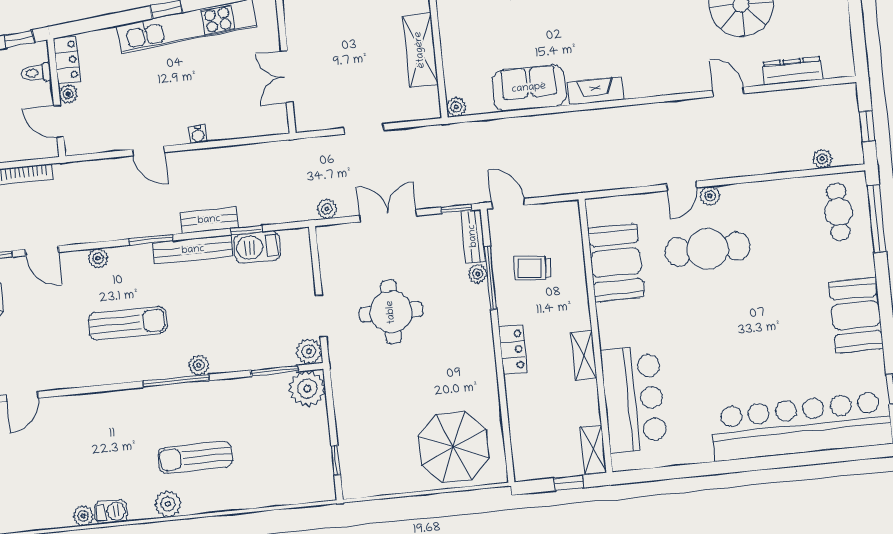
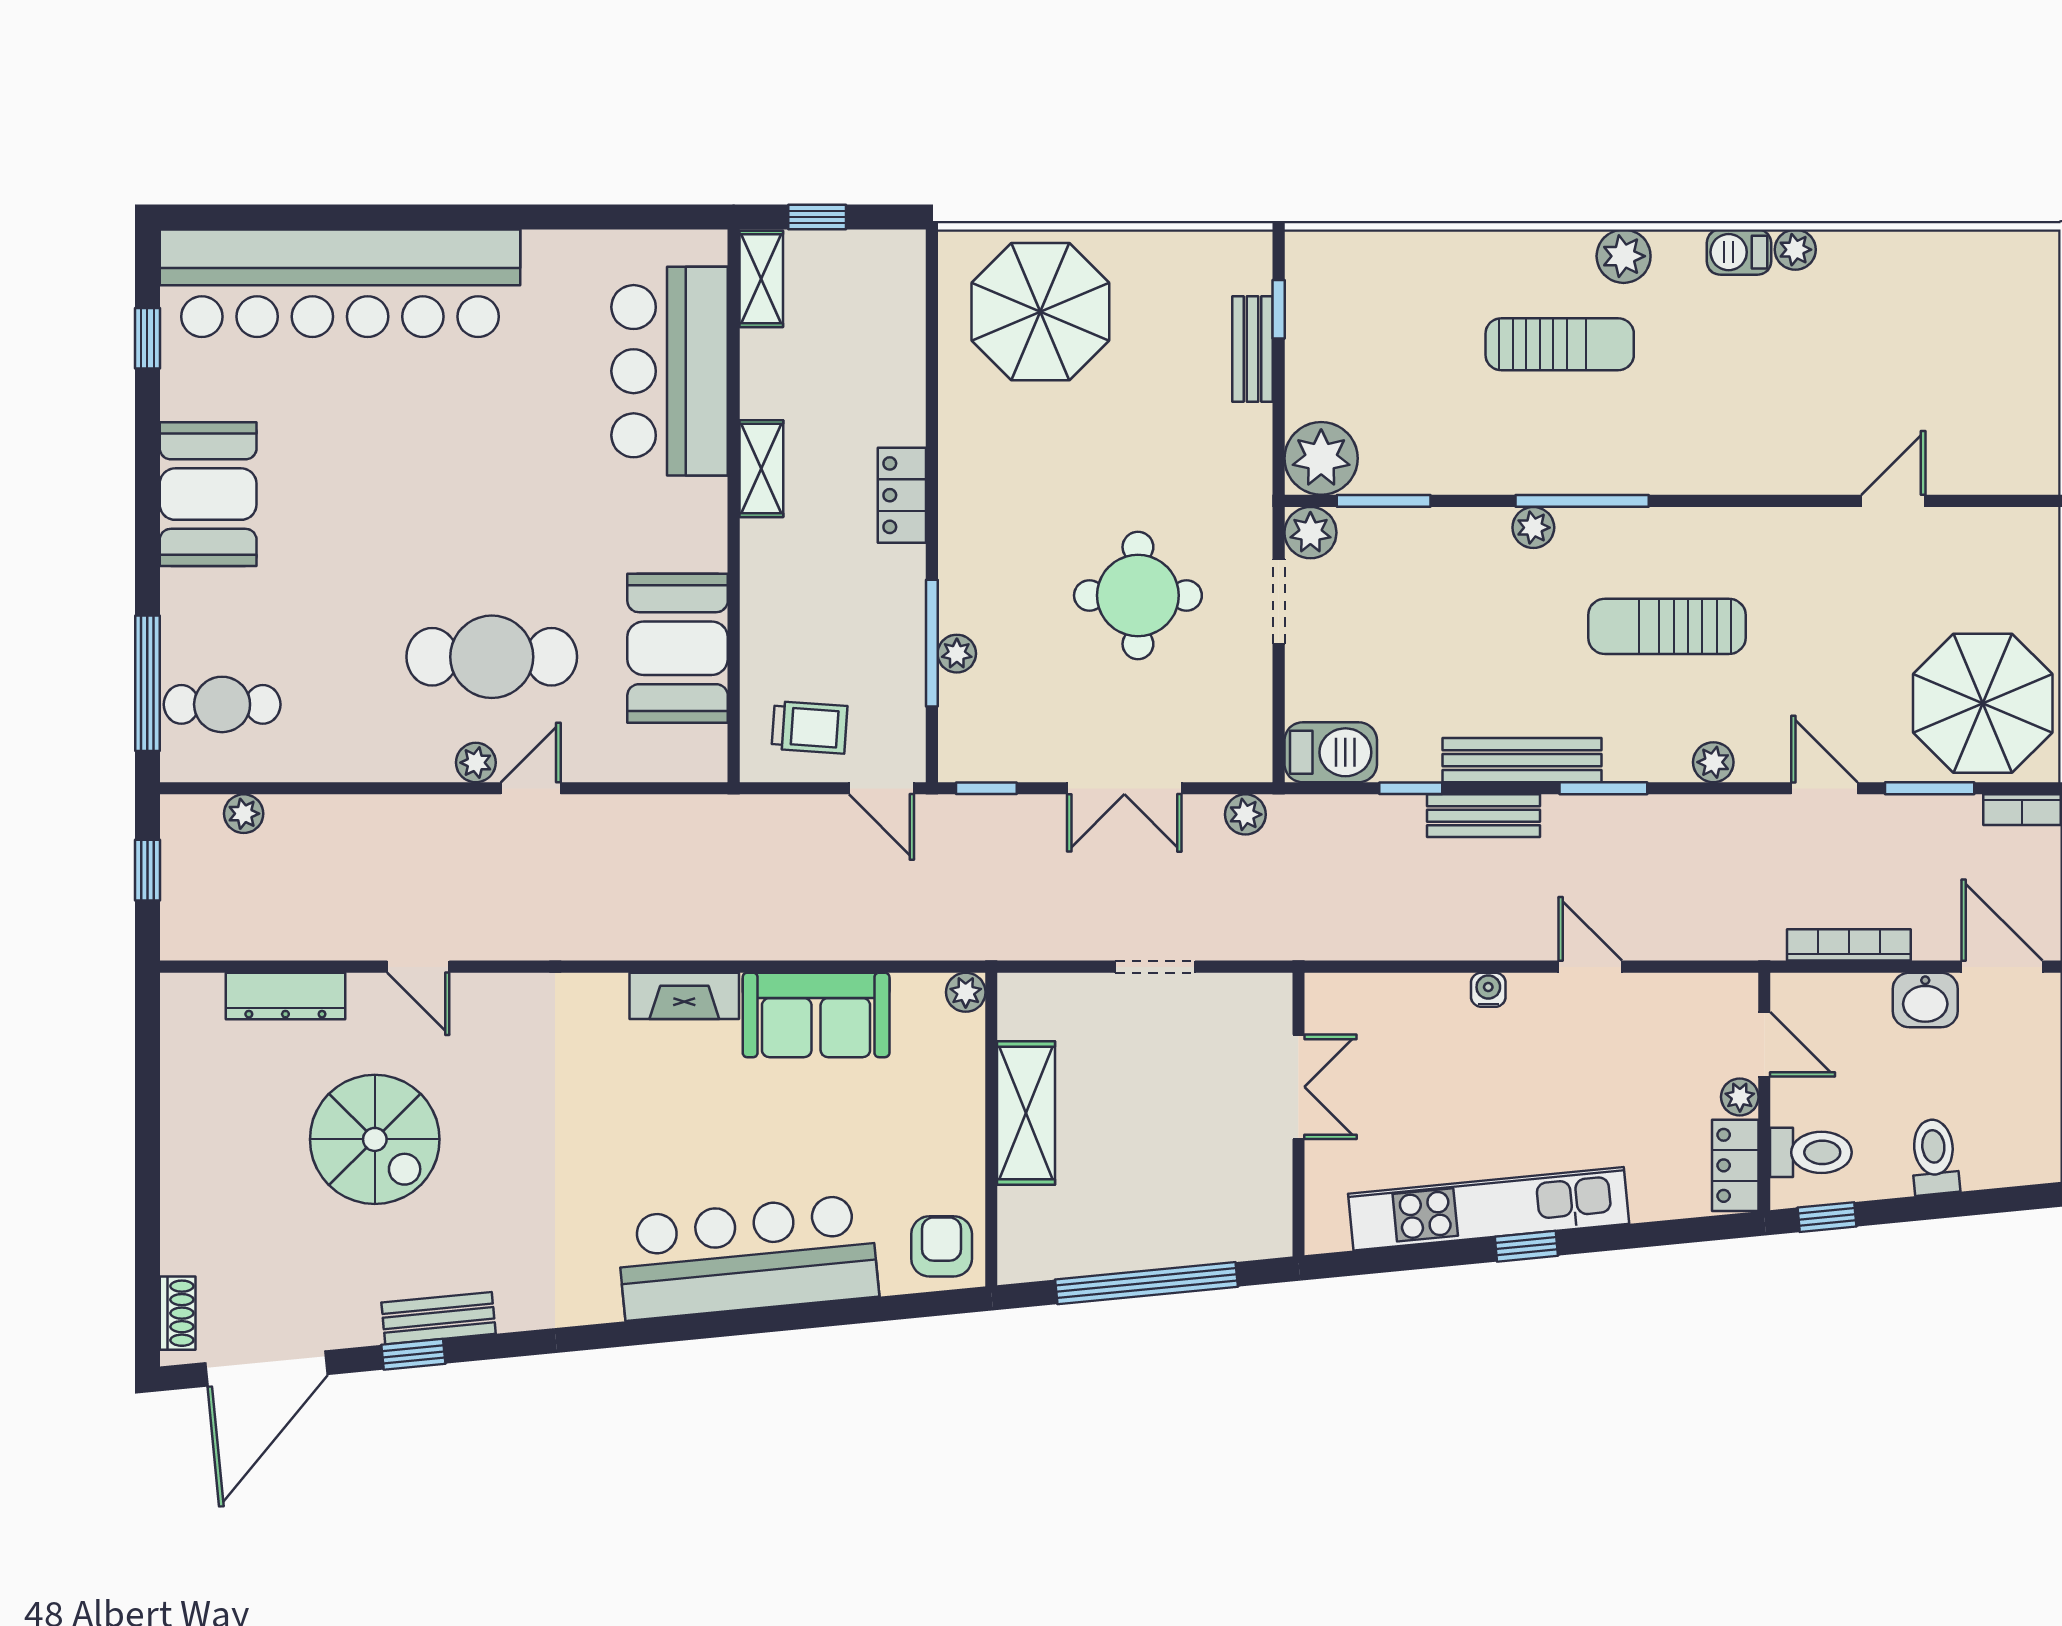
toilet: (36, 73) -> (1811, 1152), width x1.37, depth x1.39
cafe table: (839, 212) -> (222, 704), turned 90
bench: (473, 236) -> (1253, 349), moved
barbecue: (257, 247) -> (1331, 752), moved
trolley: (532, 268) -> (810, 727), moved

